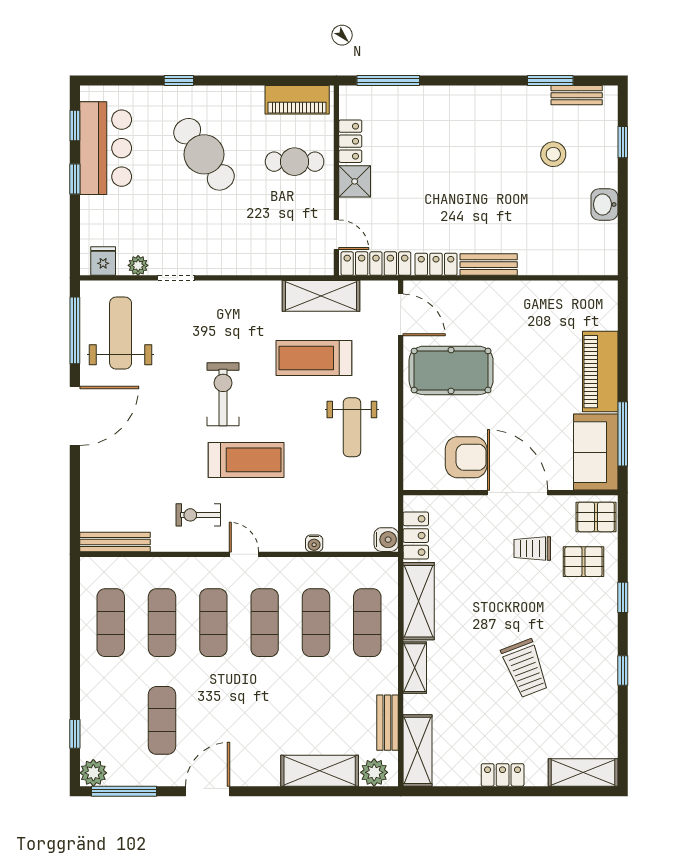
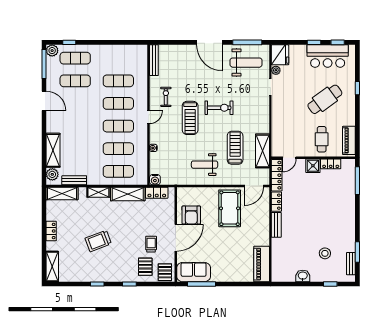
fridge: (103, 261) -> (280, 55), width x1.88, depth x1.34
piano: (600, 372) -> (262, 264), moved, turned -90
exercise mat: (111, 623) -> (75, 58), moved

